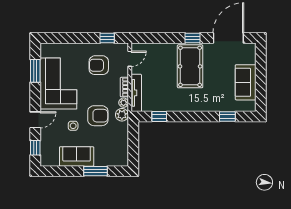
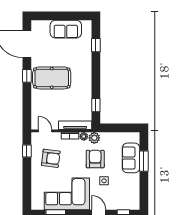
armchair: (99, 65) -> (51, 158), turned -83
sofa: (77, 156) -> (131, 158), moved

